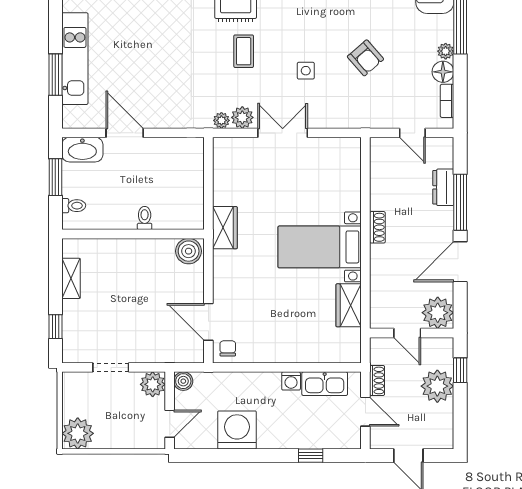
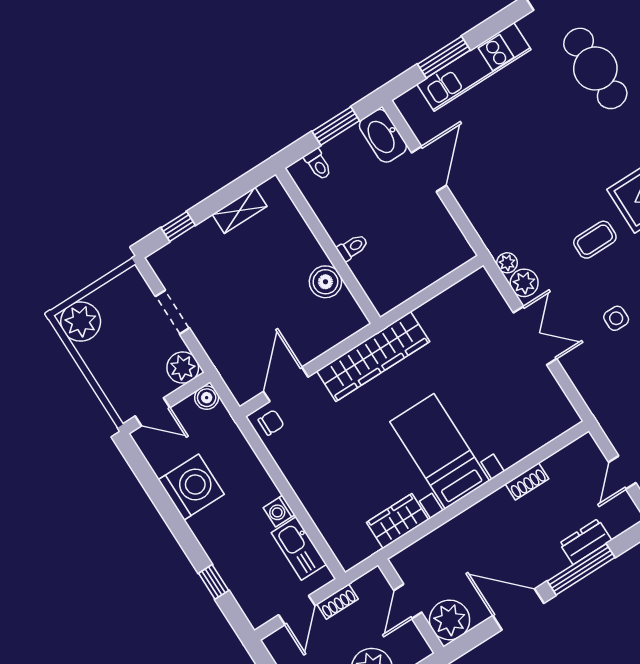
shoe rack: (377, 227) -> (527, 481), moved
wardrobe: (225, 228) -> (373, 356), width x2.10, depth x1.17
boiler: (189, 251) -> (325, 282), moved

